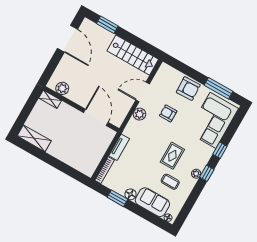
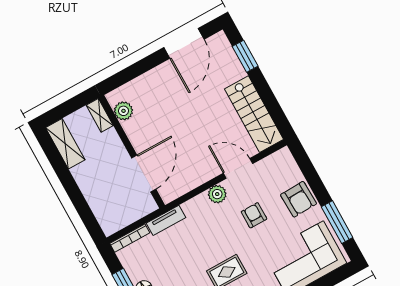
plant: (62, 88) -> (123, 111), moved
shelving: (50, 99) -> (100, 115), moved
wall: (81, 109) -> (132, 152), moved
door: (96, 117) -> (144, 173), moved

